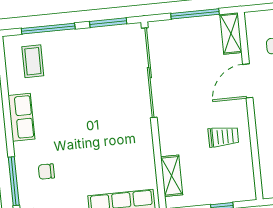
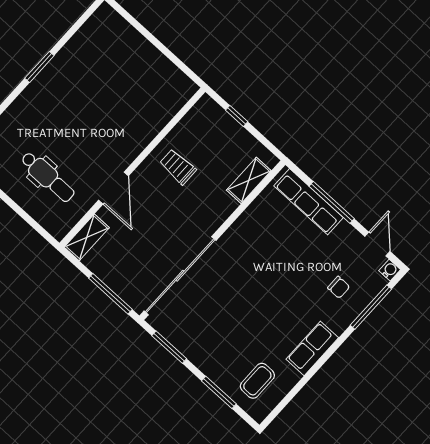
window: (195, 14) -> (110, 294), moved
window: (48, 29) -> (219, 392), width x0.69
door: (248, 81) -> (113, 188), hinge flipped

